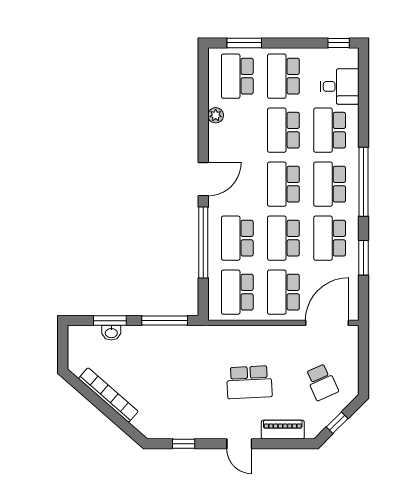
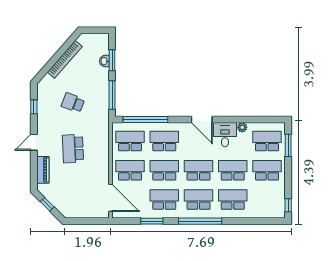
desk: (340, 86) -> (225, 135), moved, turned 180
window: (203, 242) -> (145, 119), moved
school desk: (322, 382) -> (73, 103), moved, turned 45

